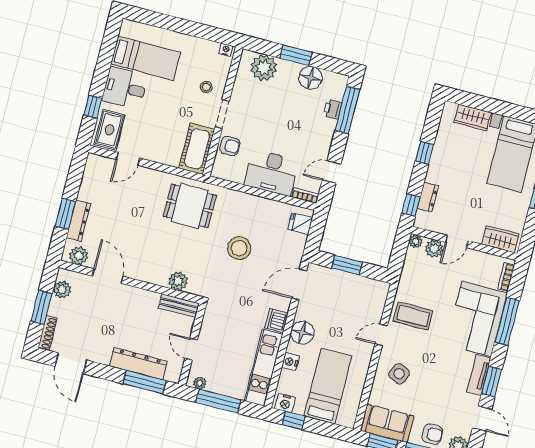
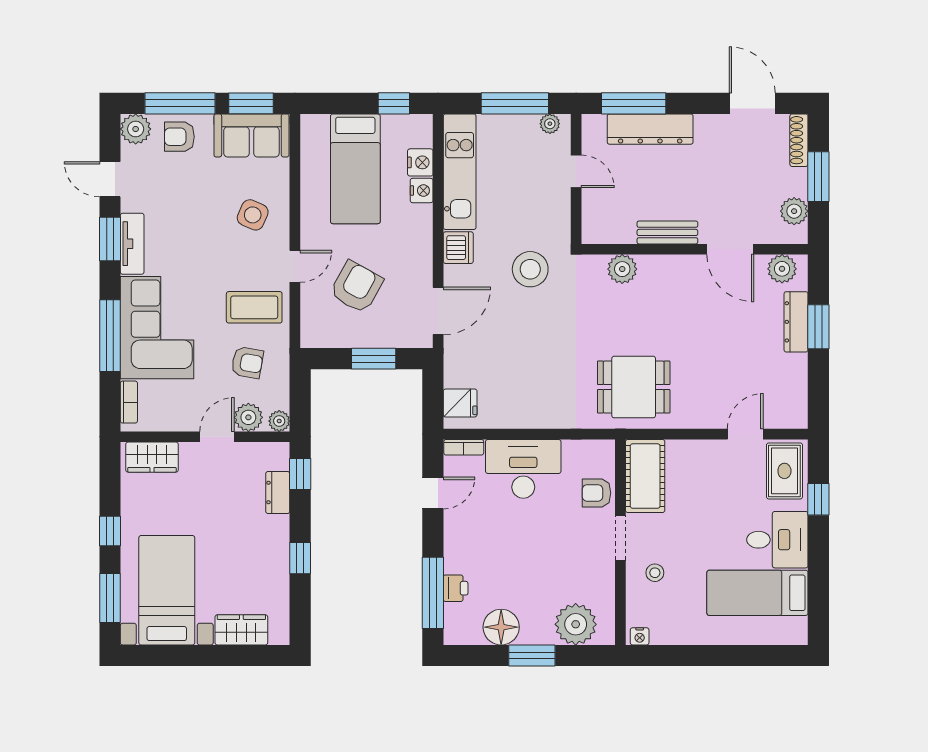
stool: (239, 248) -> (530, 269), moved
armchair: (426, 283) -> (247, 363), added
bench: (179, 305) -> (667, 232), moved
armchair: (346, 312) -> (356, 287), added
floor lamp: (302, 333) -> (415, 239), removed
nightstand: (285, 403) -> (420, 162), moved, turned 90

